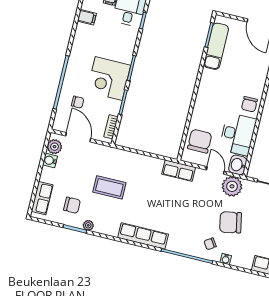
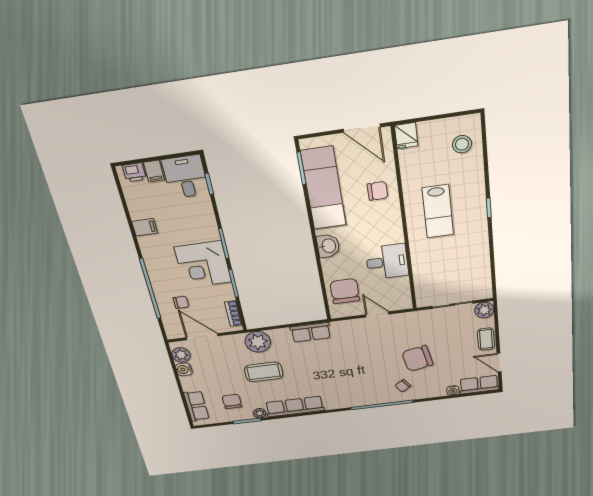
filing cabinet: (87, 17) -> (145, 227), moved
exam couch: (216, 46) -> (323, 188), width x1.36, depth x1.45
chair: (249, 104) -> (377, 191), moved, turned -90
desk: (238, 134) -> (387, 262), width x0.73
washbasin: (238, 165) -> (328, 246), moved, turned 180
row of seats: (179, 171) -> (311, 332), moved
plant: (232, 186) -> (258, 342), moved
chair: (72, 205) -> (232, 401), turned -90
row of seats: (143, 236) -> (295, 407), moved
water cooler: (226, 259) -> (453, 391), moved

